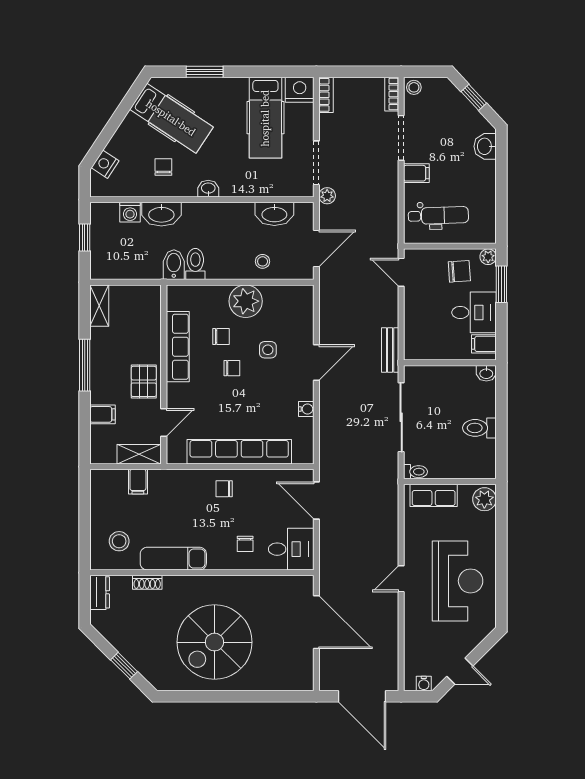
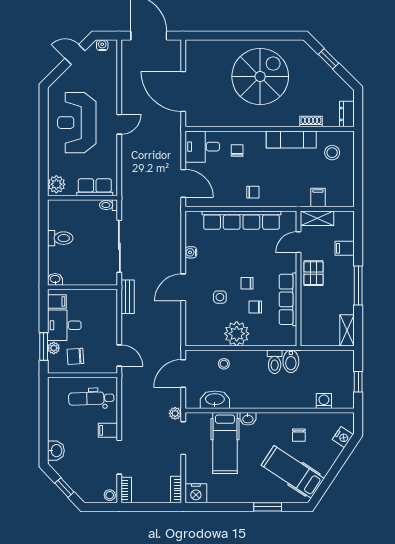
hospital bed: (265, 118) -> (225, 443), moved, turned 180
washbasin: (208, 189) -> (248, 419), moved
washbasin: (161, 214) -> (300, 399), removed
plant: (488, 257) -> (54, 348), moved

